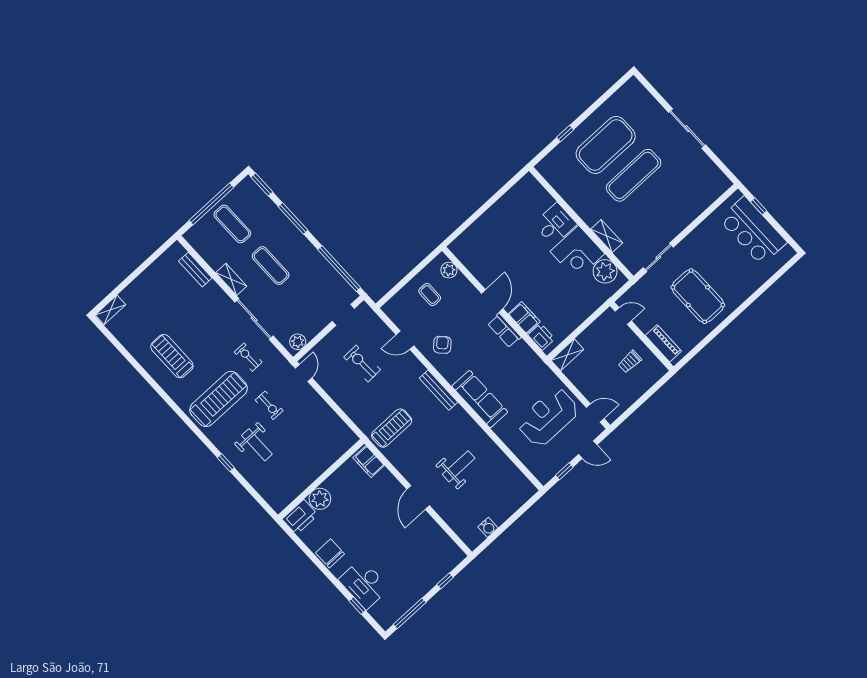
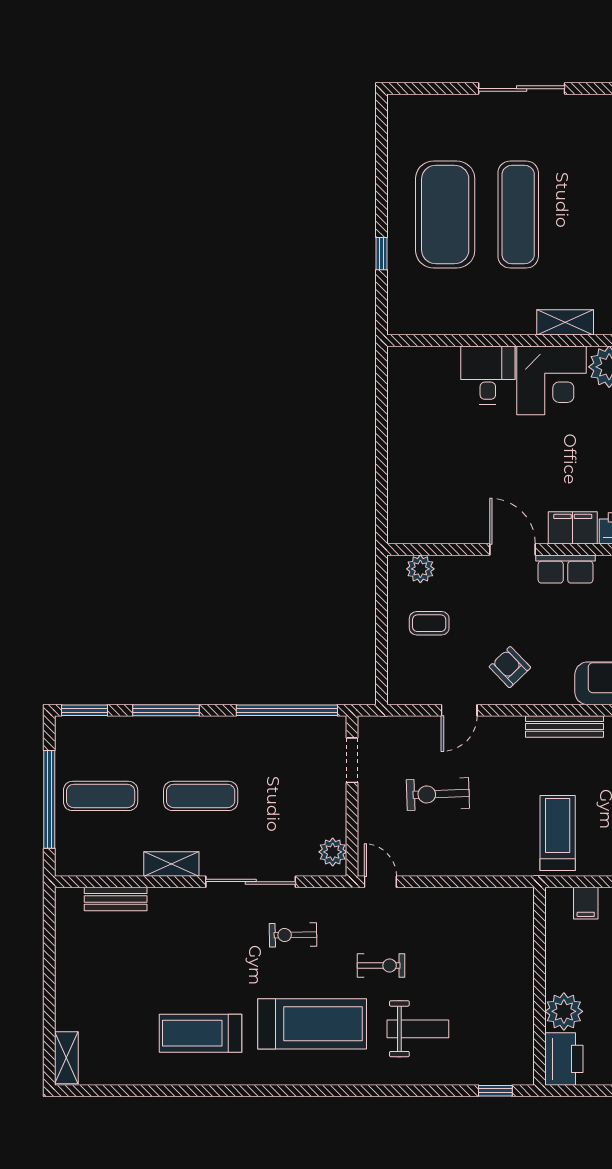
treadmill: (219, 399) -> (312, 1024), turned 90
filing cabinet: (369, 462) -> (586, 903), width x0.50
window: (226, 463) -> (495, 1091), moved

